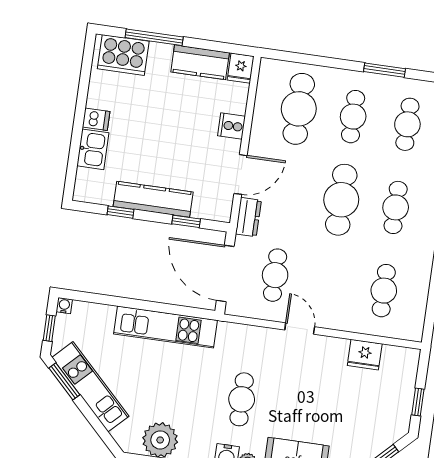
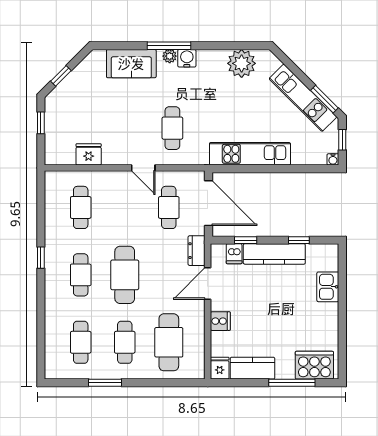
dishwasher: (96, 119) -> (234, 254), moved, turned -90
cafe table: (242, 399) -> (172, 128), moved

